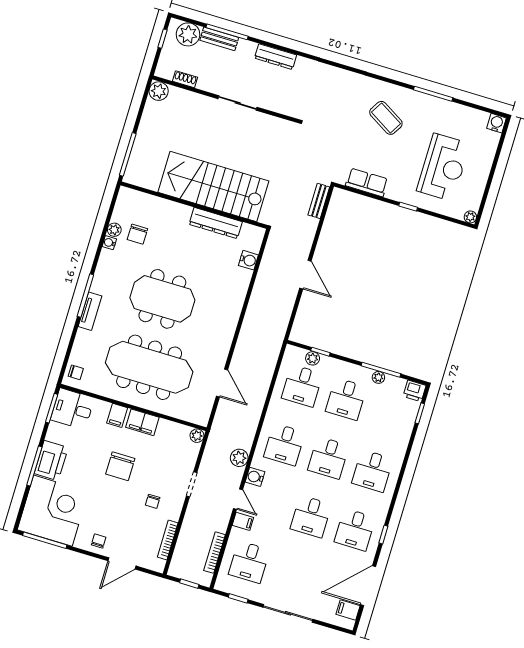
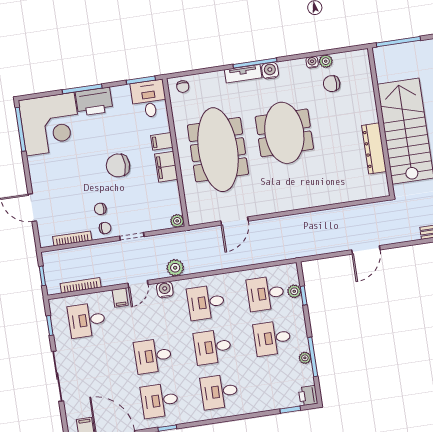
water cooler: (248, 260) -> (270, 71), moved, turned 180
chair: (99, 541) -> (105, 228), moved

